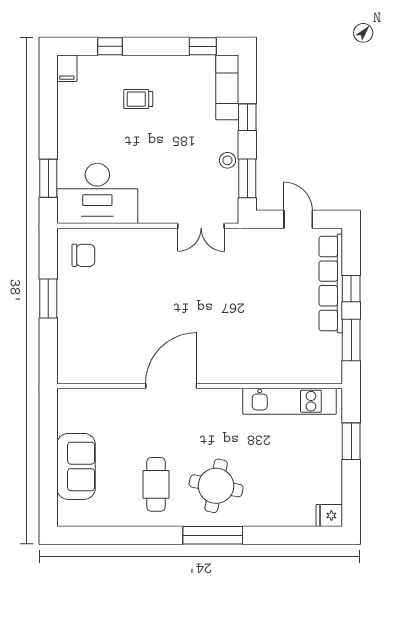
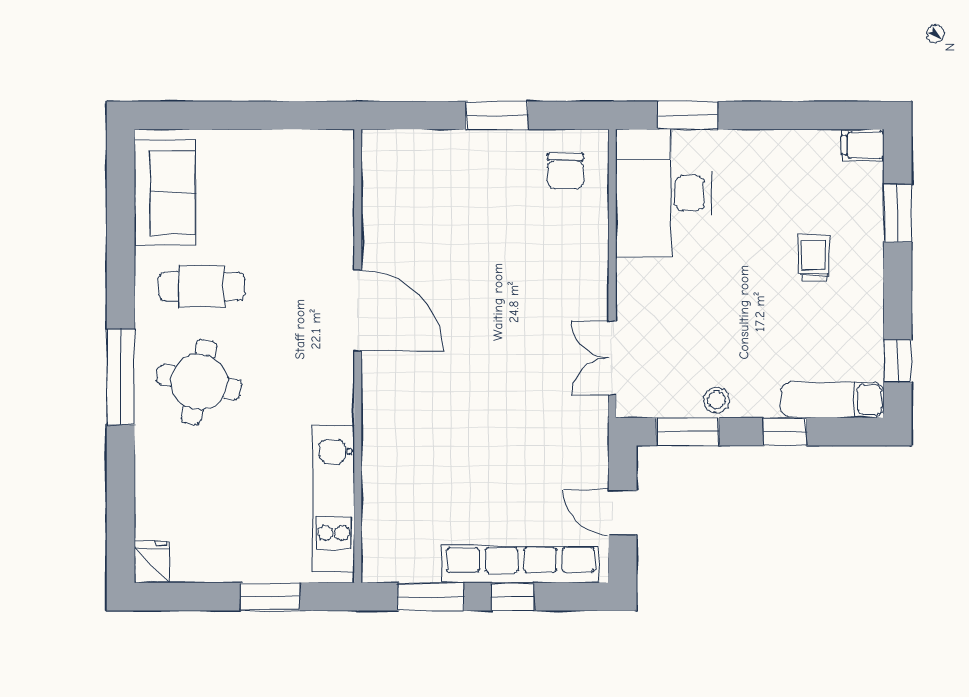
window: (110, 46) -> (898, 213), width x1.50
door: (298, 219) -> (623, 513), swing flipped
sofa: (76, 466) -> (165, 193), moved, turned -90

